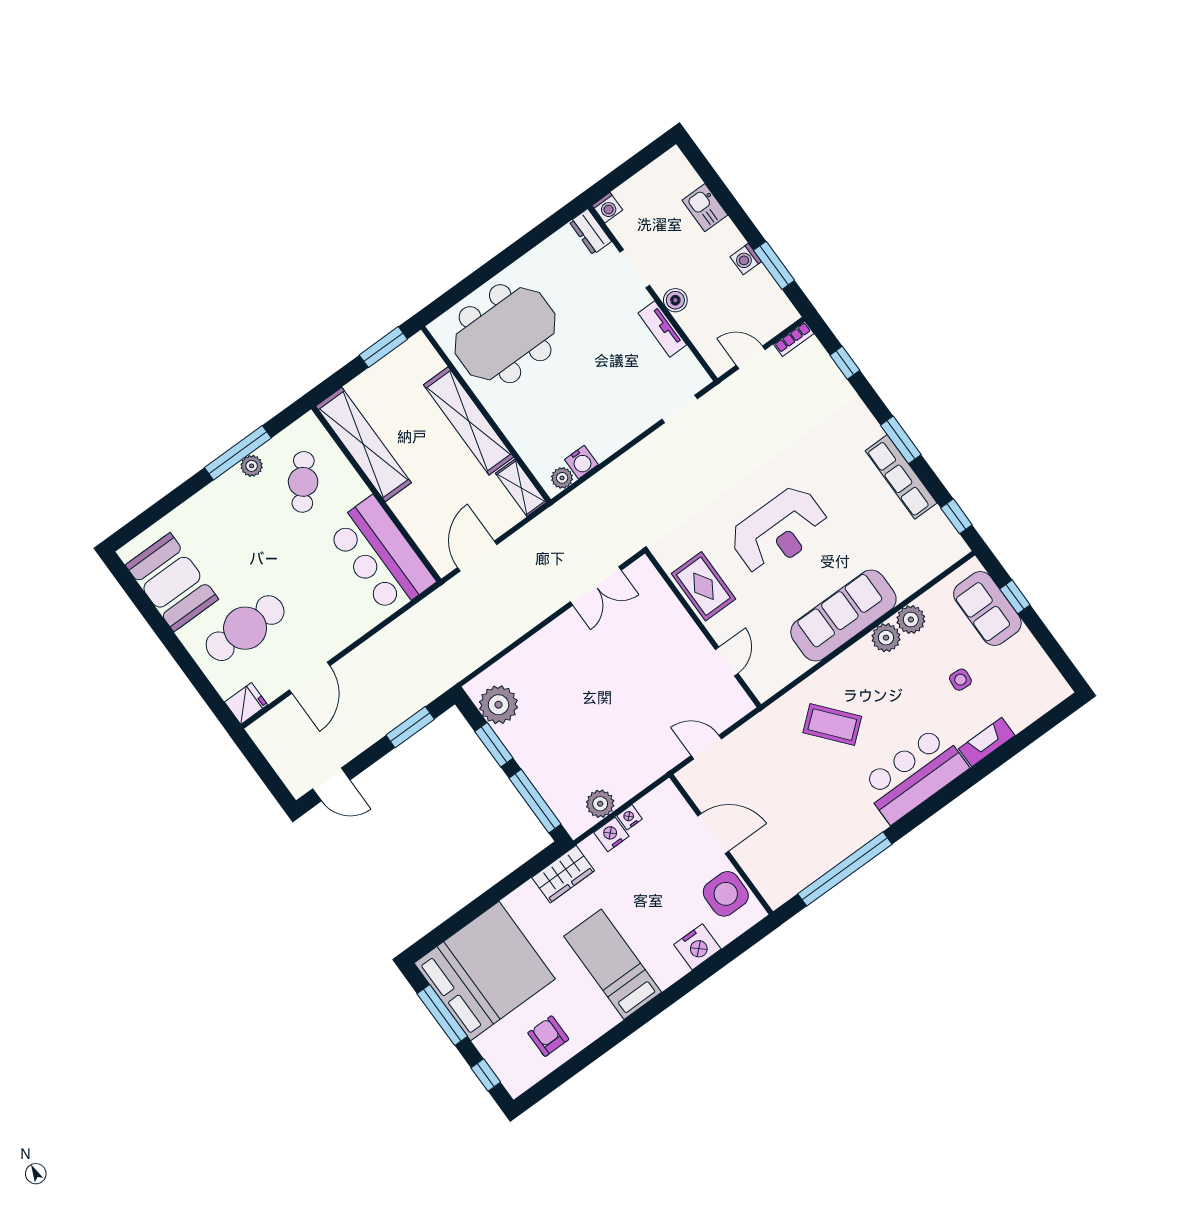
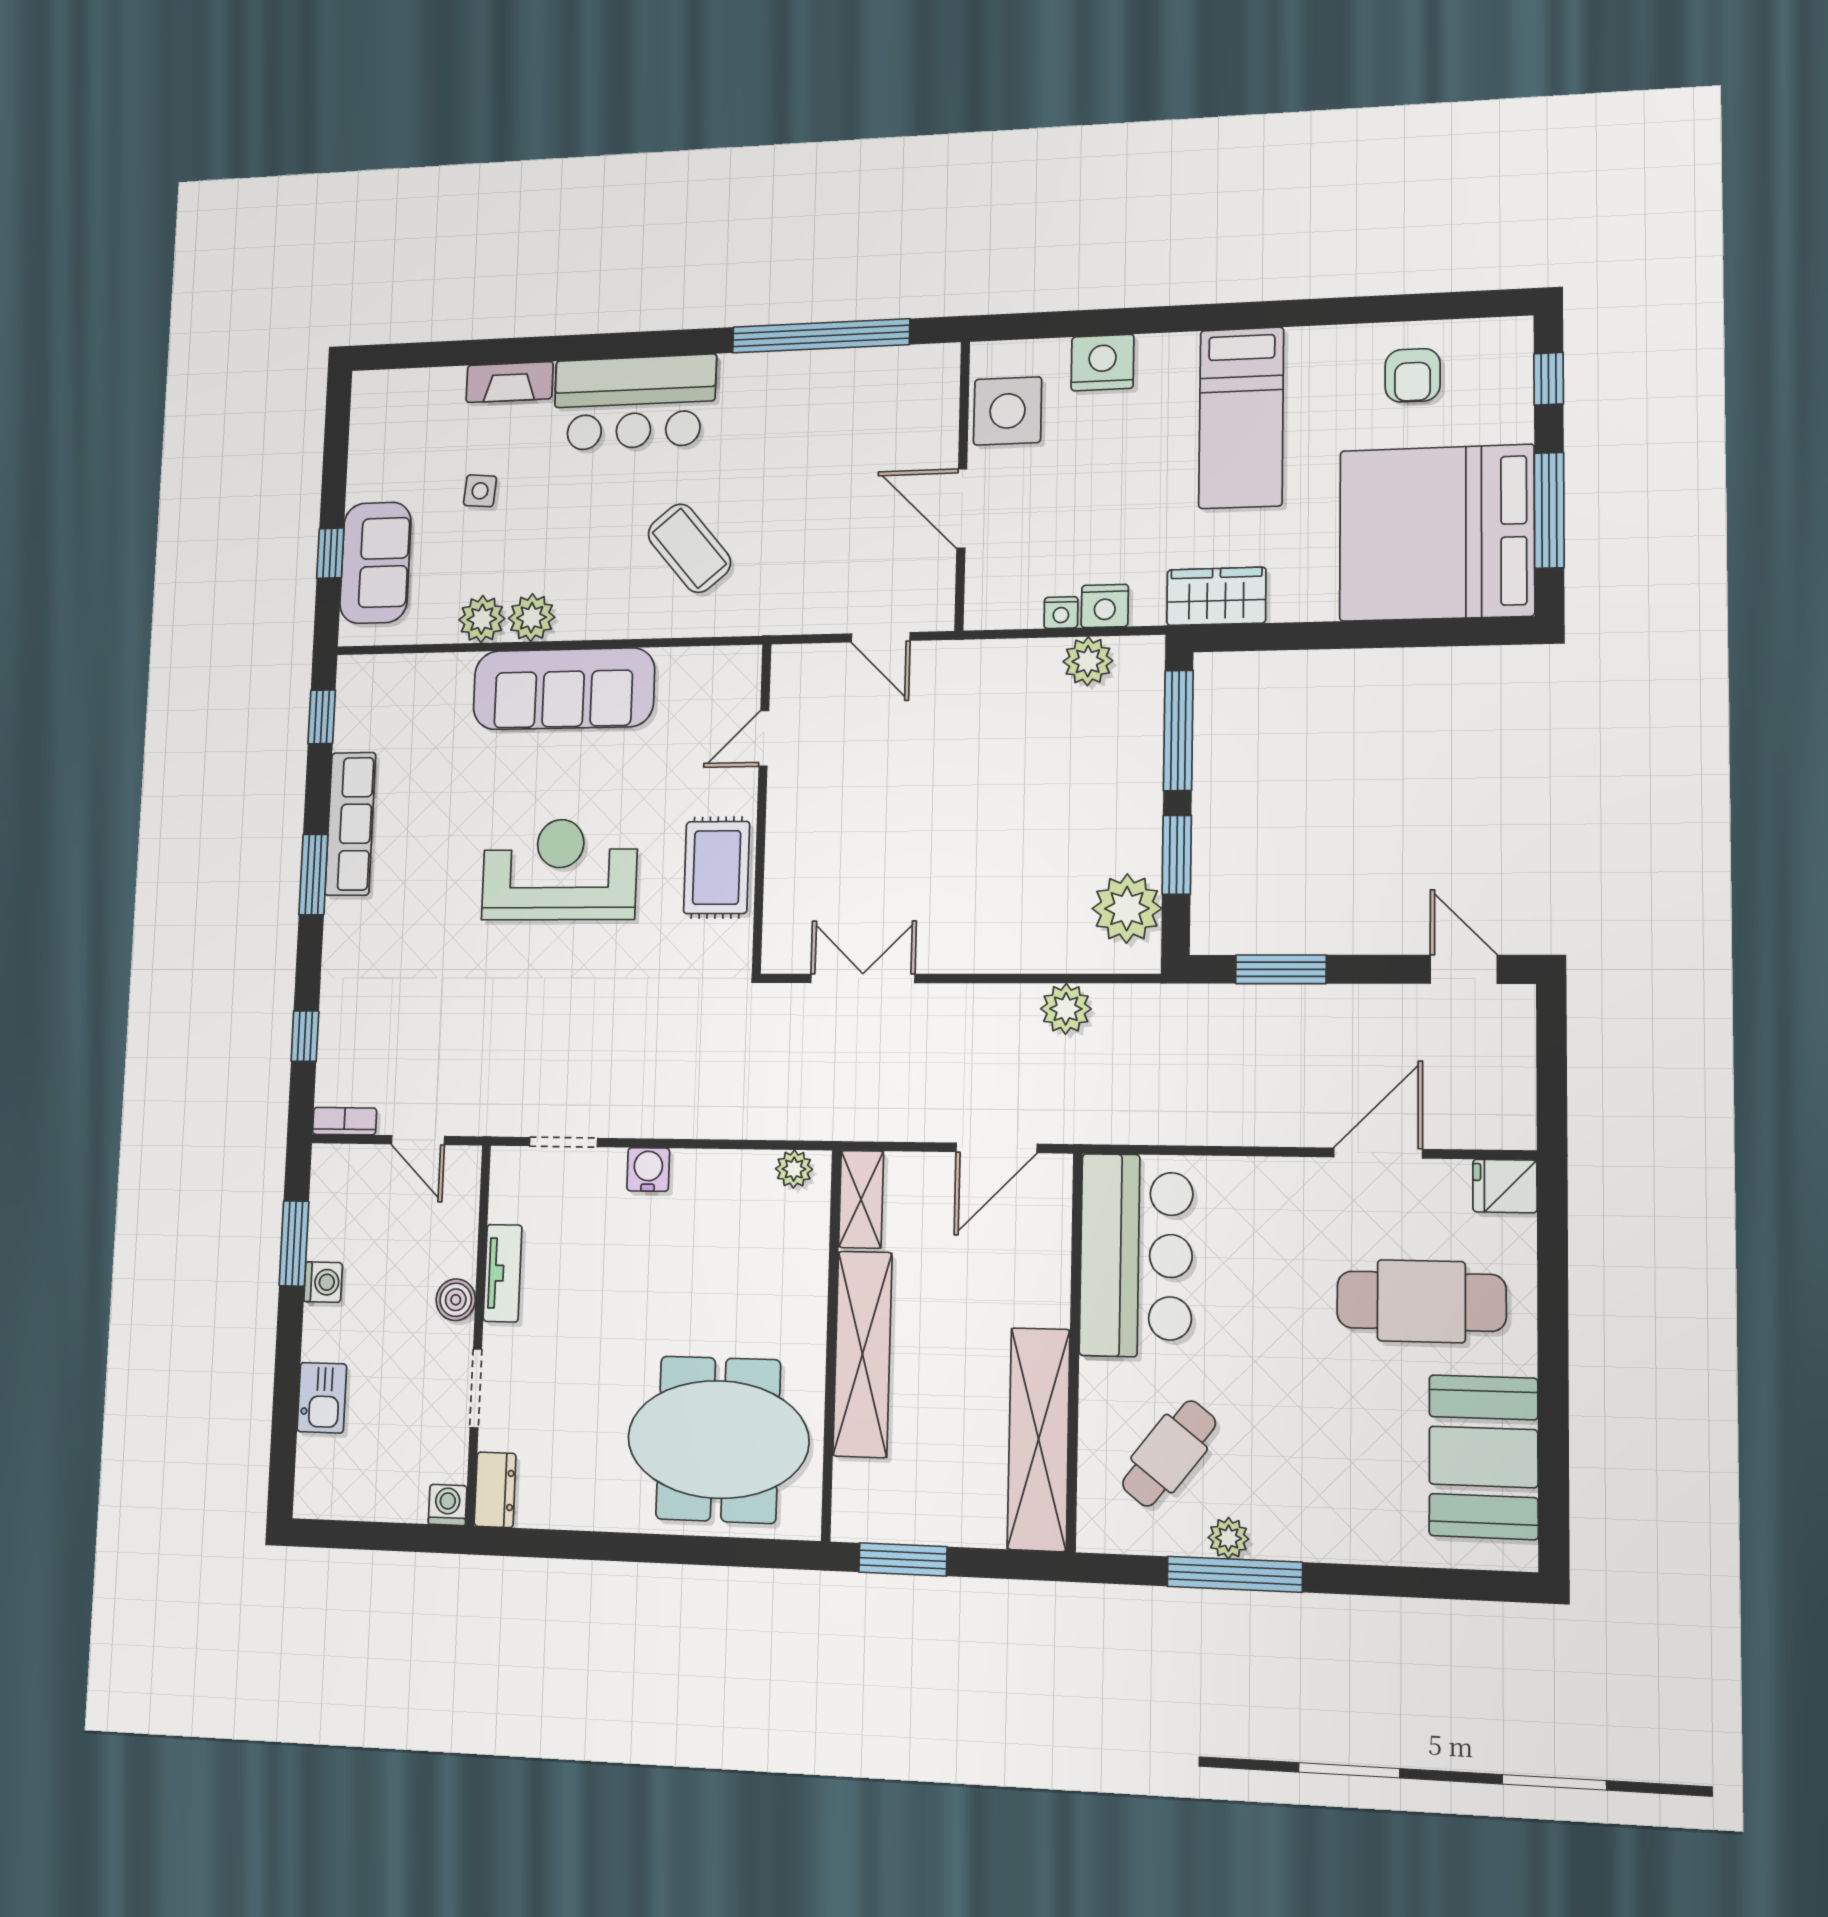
water cooler: (581, 462) -> (648, 1169), moved
plant: (492, 640) -> (1066, 1009), added

